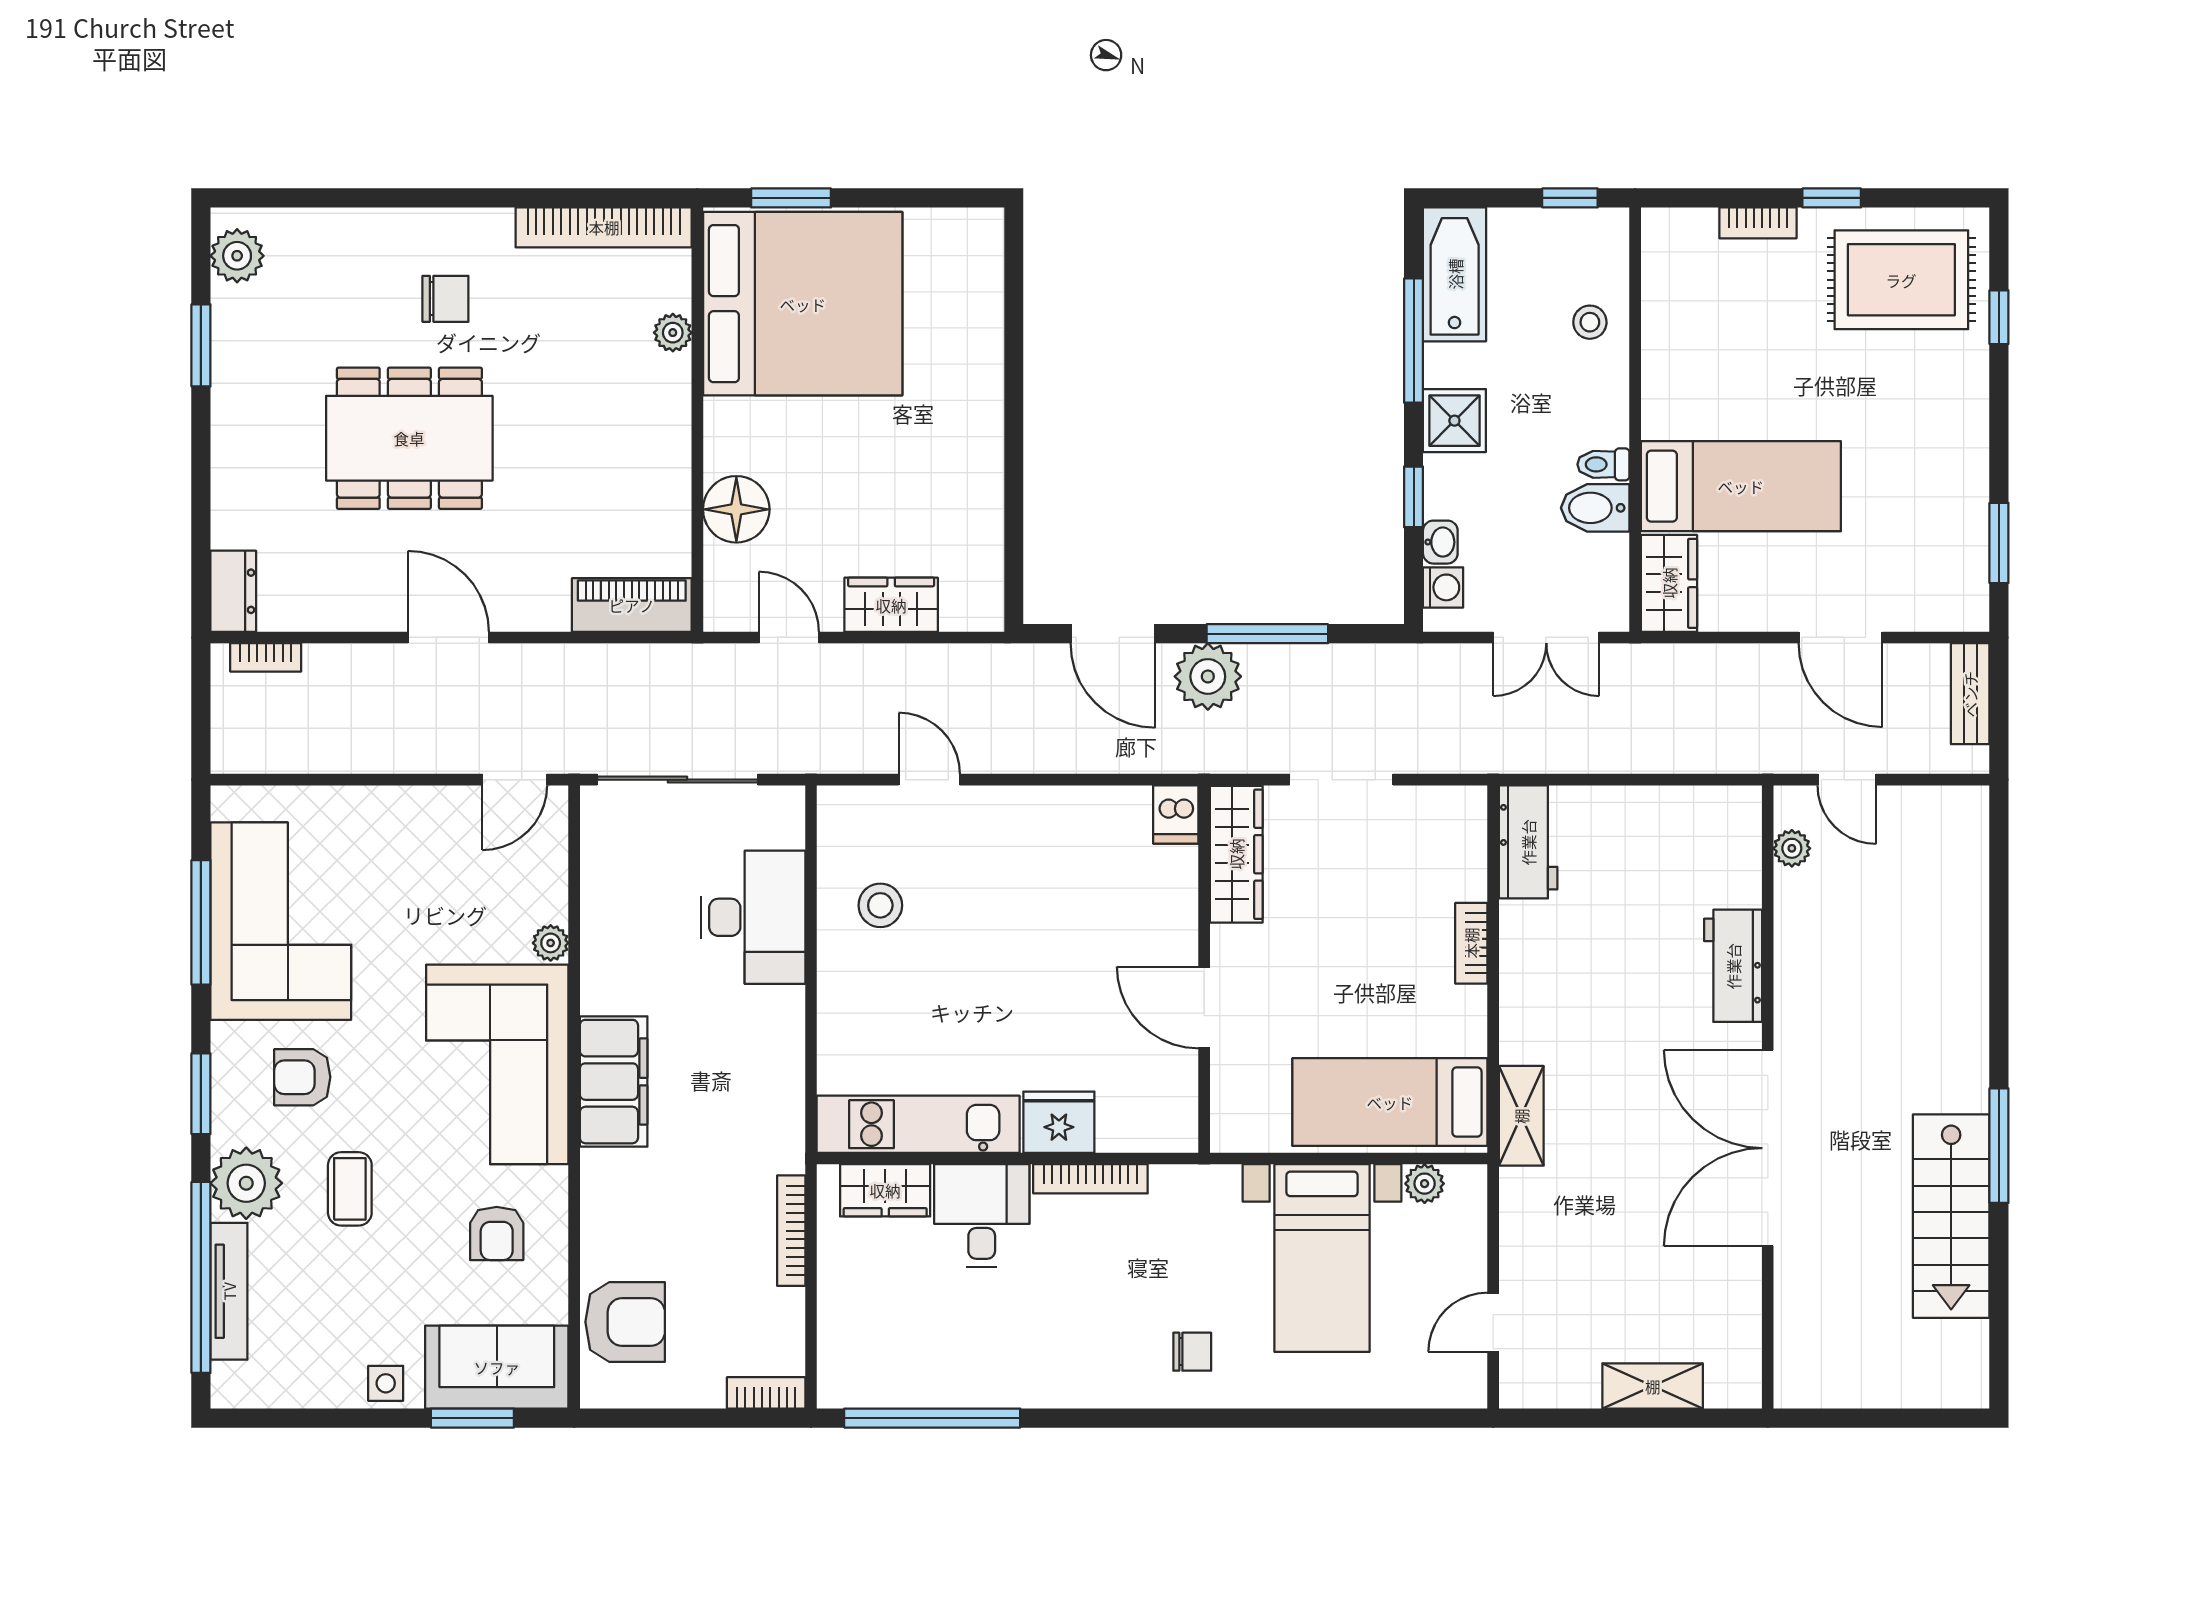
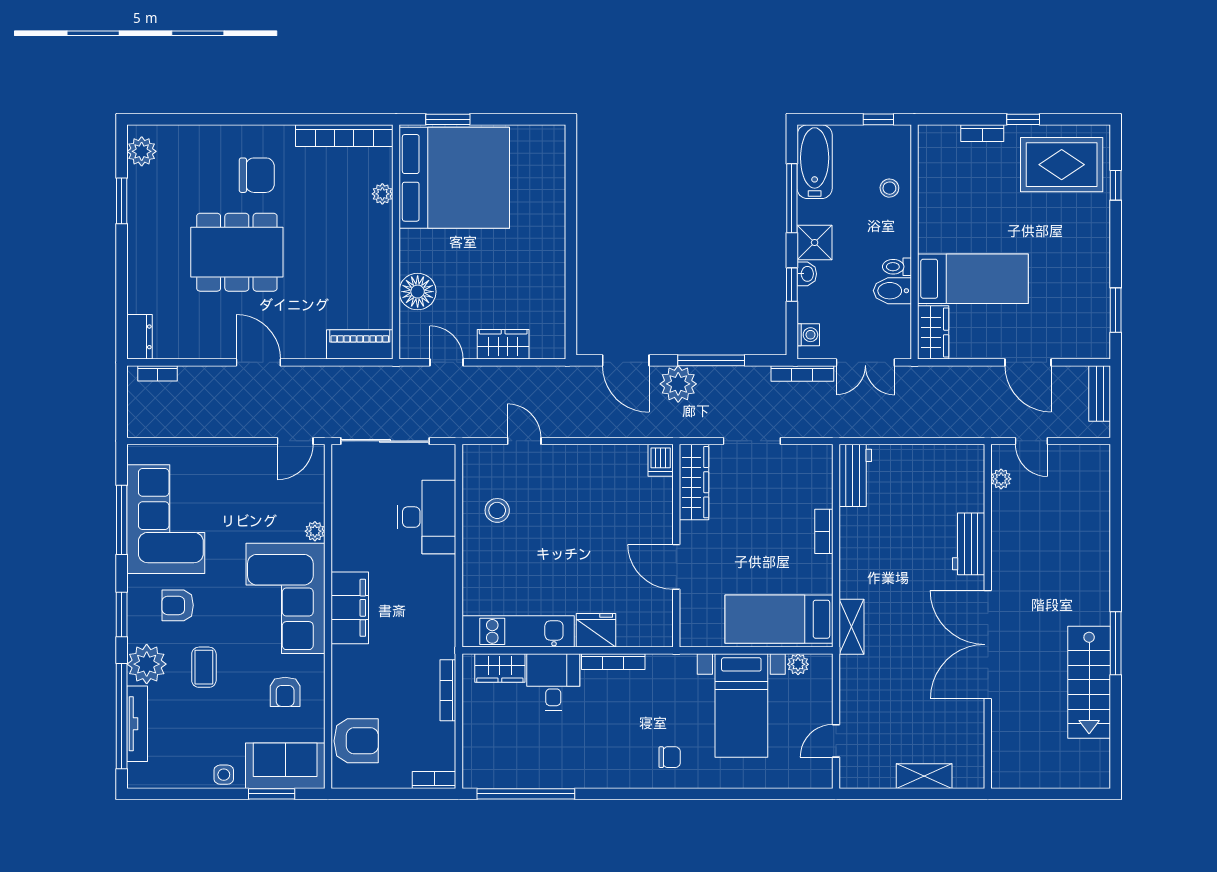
chair: (445, 299) -> (257, 175), width x1.37, depth x1.37
washbasin: (1440, 542) -> (807, 274), moved
bookcase: (1432, 658) -> (802, 374), added

